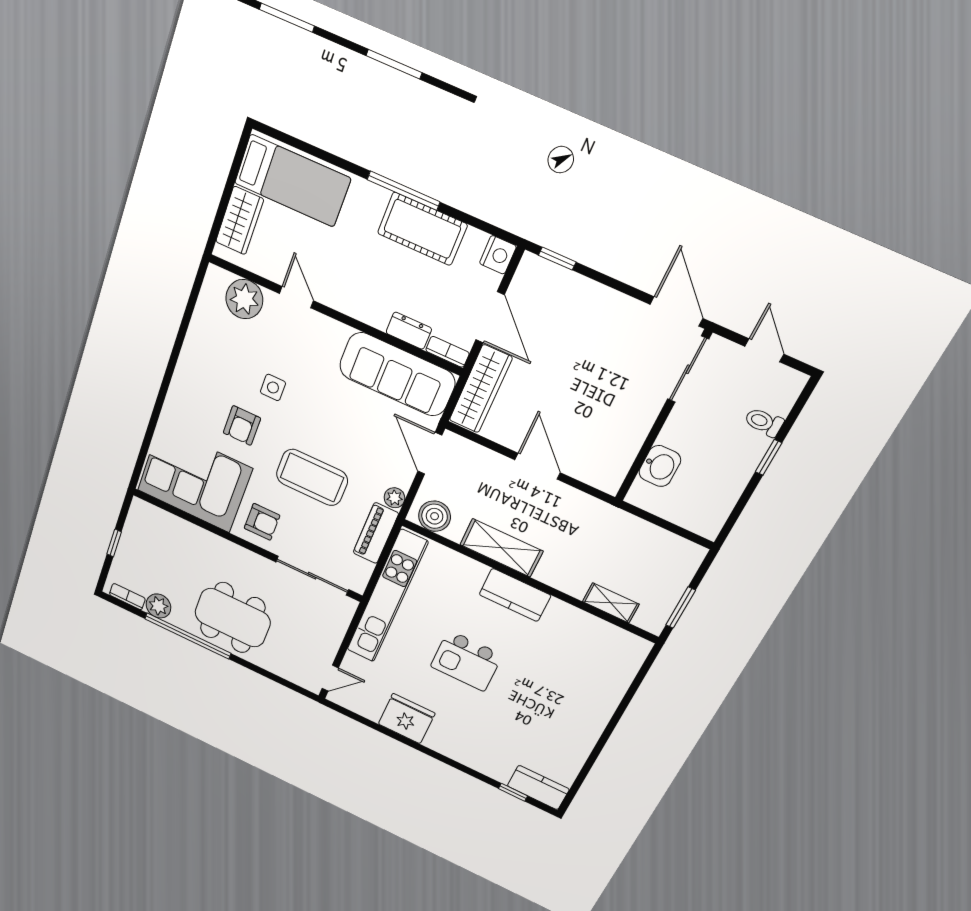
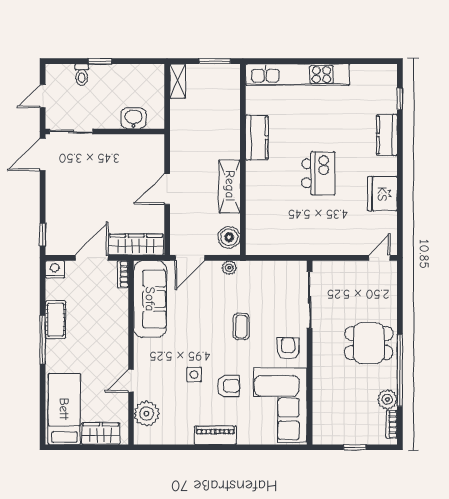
cot: (422, 229) -> (56, 320), width x0.73, depth x0.75
dresser: (409, 331) -> (121, 303), removed
coffee table: (312, 477) -> (241, 327), width x0.54, depth x0.58
piano: (376, 533) -> (215, 435), moved, turned 180
kitchen counter: (515, 595) -> (257, 138), moved
kitchen unit: (387, 597) -> (298, 75), moved, turned 180
shelving: (611, 603) -> (178, 81), moved
dining table: (233, 618) -> (369, 343), width x0.73
door: (330, 678) -> (379, 258), hinge flipped
kitchen counter: (538, 787) -> (387, 135), moved

